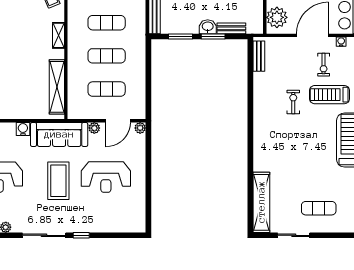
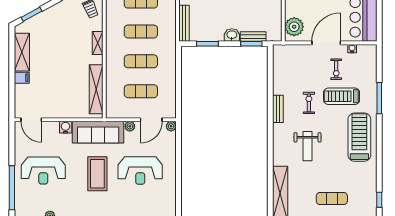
window: (213, 36) -> (251, 44), moved
bench: (259, 56) -> (278, 109), moved
weight bench: (292, 150) -> (307, 146), added

